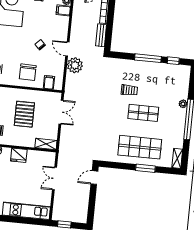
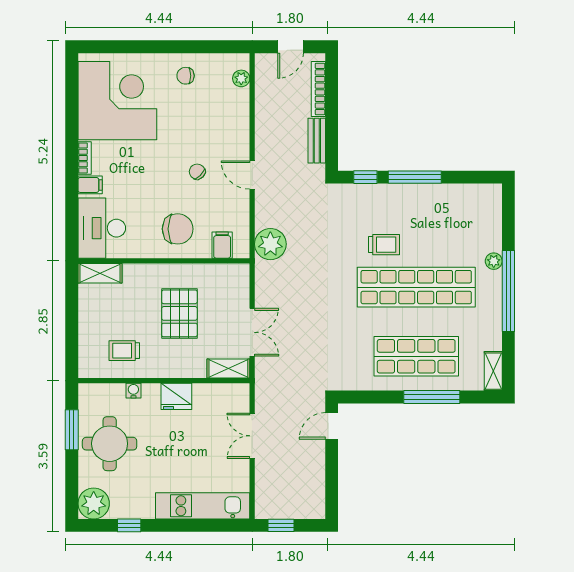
filing cabinet: (63, 10) -> (236, 99), removed
window: (173, 61) -> (365, 177), moved
plant: (75, 65) -> (270, 244), moved
chair: (28, 72) -> (178, 229), turned -91
double door: (61, 112) -> (252, 332), moved
shop shelf: (143, 113) -> (416, 287), width x2.00, depth x1.36
window: (145, 168) -> (432, 397), width x1.44

